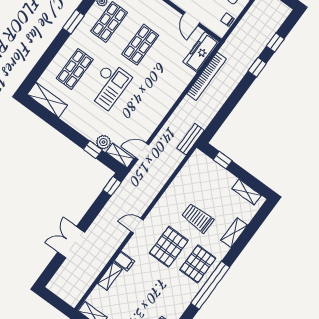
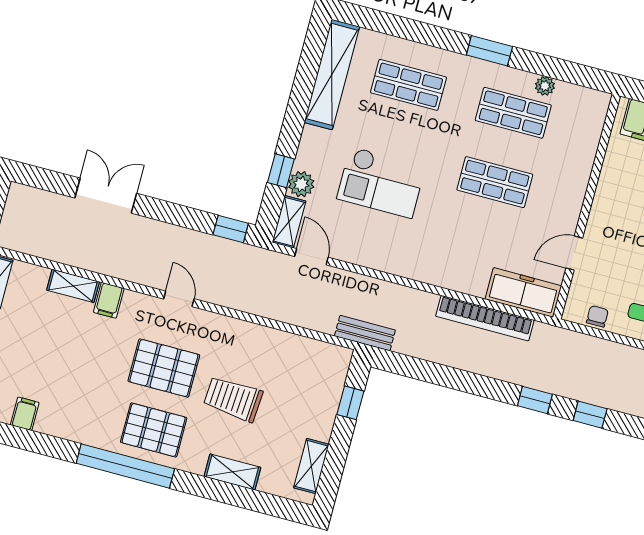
checkout: (109, 85) -> (381, 182), moved
shelving: (47, 100) -> (332, 74), width x1.47
trolley: (198, 218) -> (233, 399), turned -87

